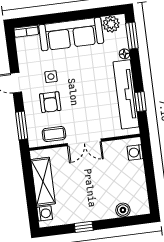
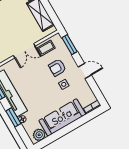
window: (132, 36) -> (13, 117), moved
armchair: (50, 102) -> (57, 68), turned -90
double door: (84, 142) -> (24, 51), swing flipped

